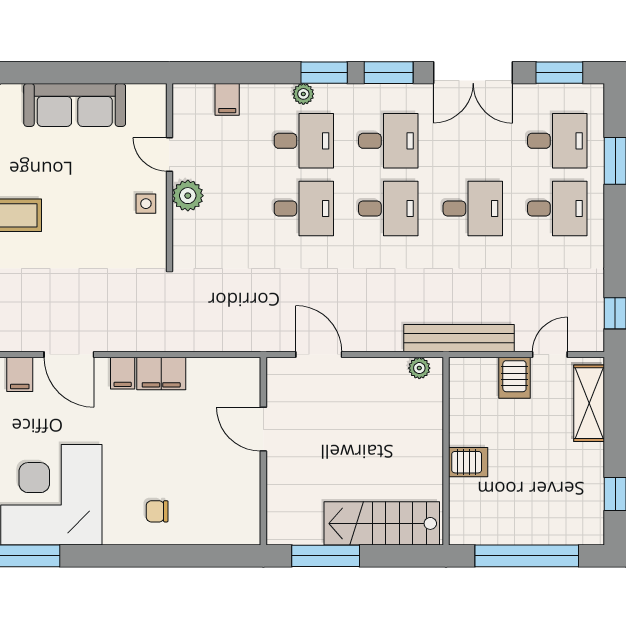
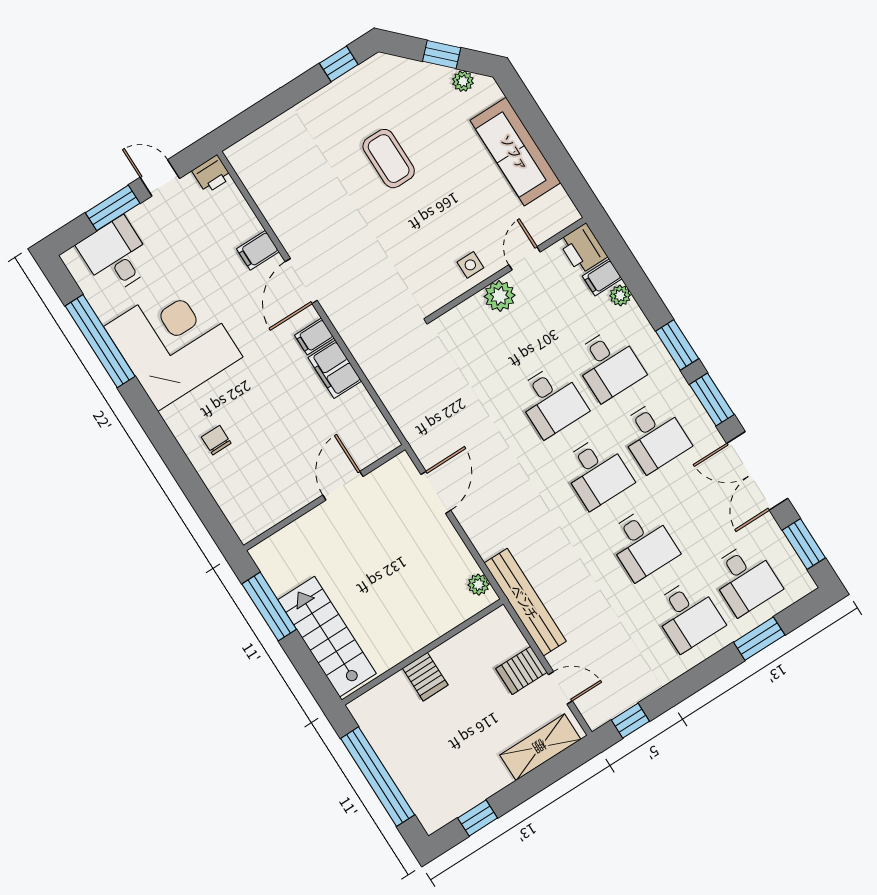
plant: (303, 94) -> (620, 295), moved
printer: (193, 100) -> (583, 249), added

